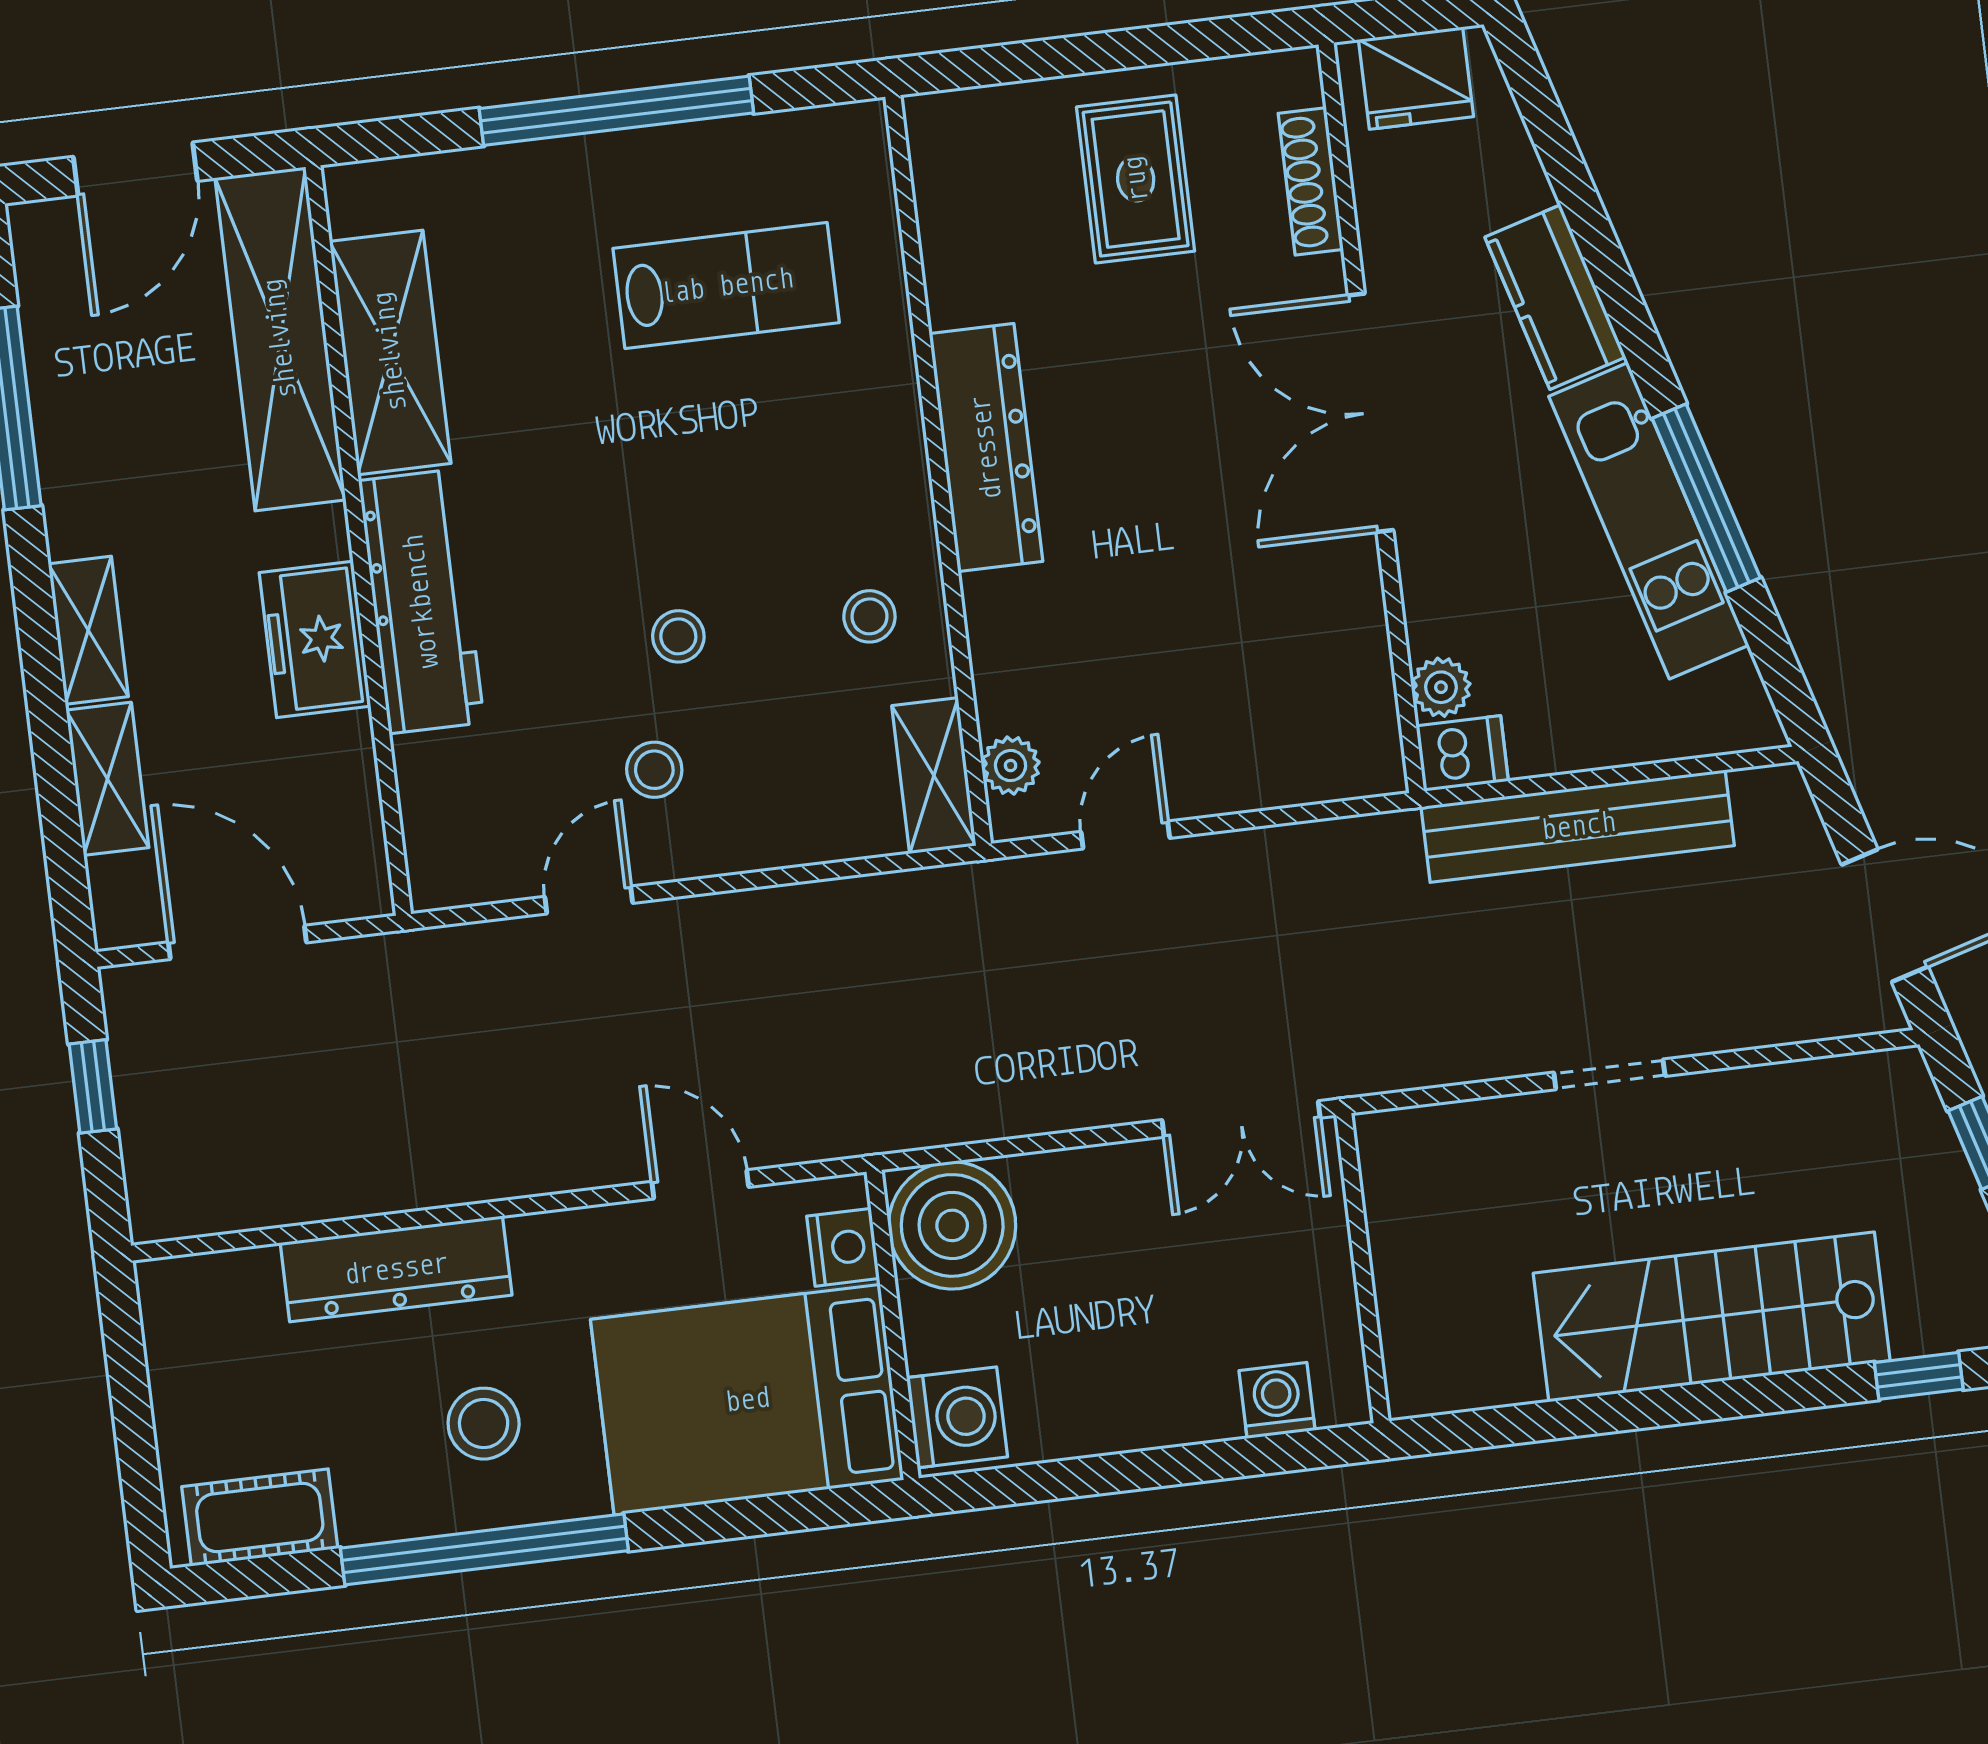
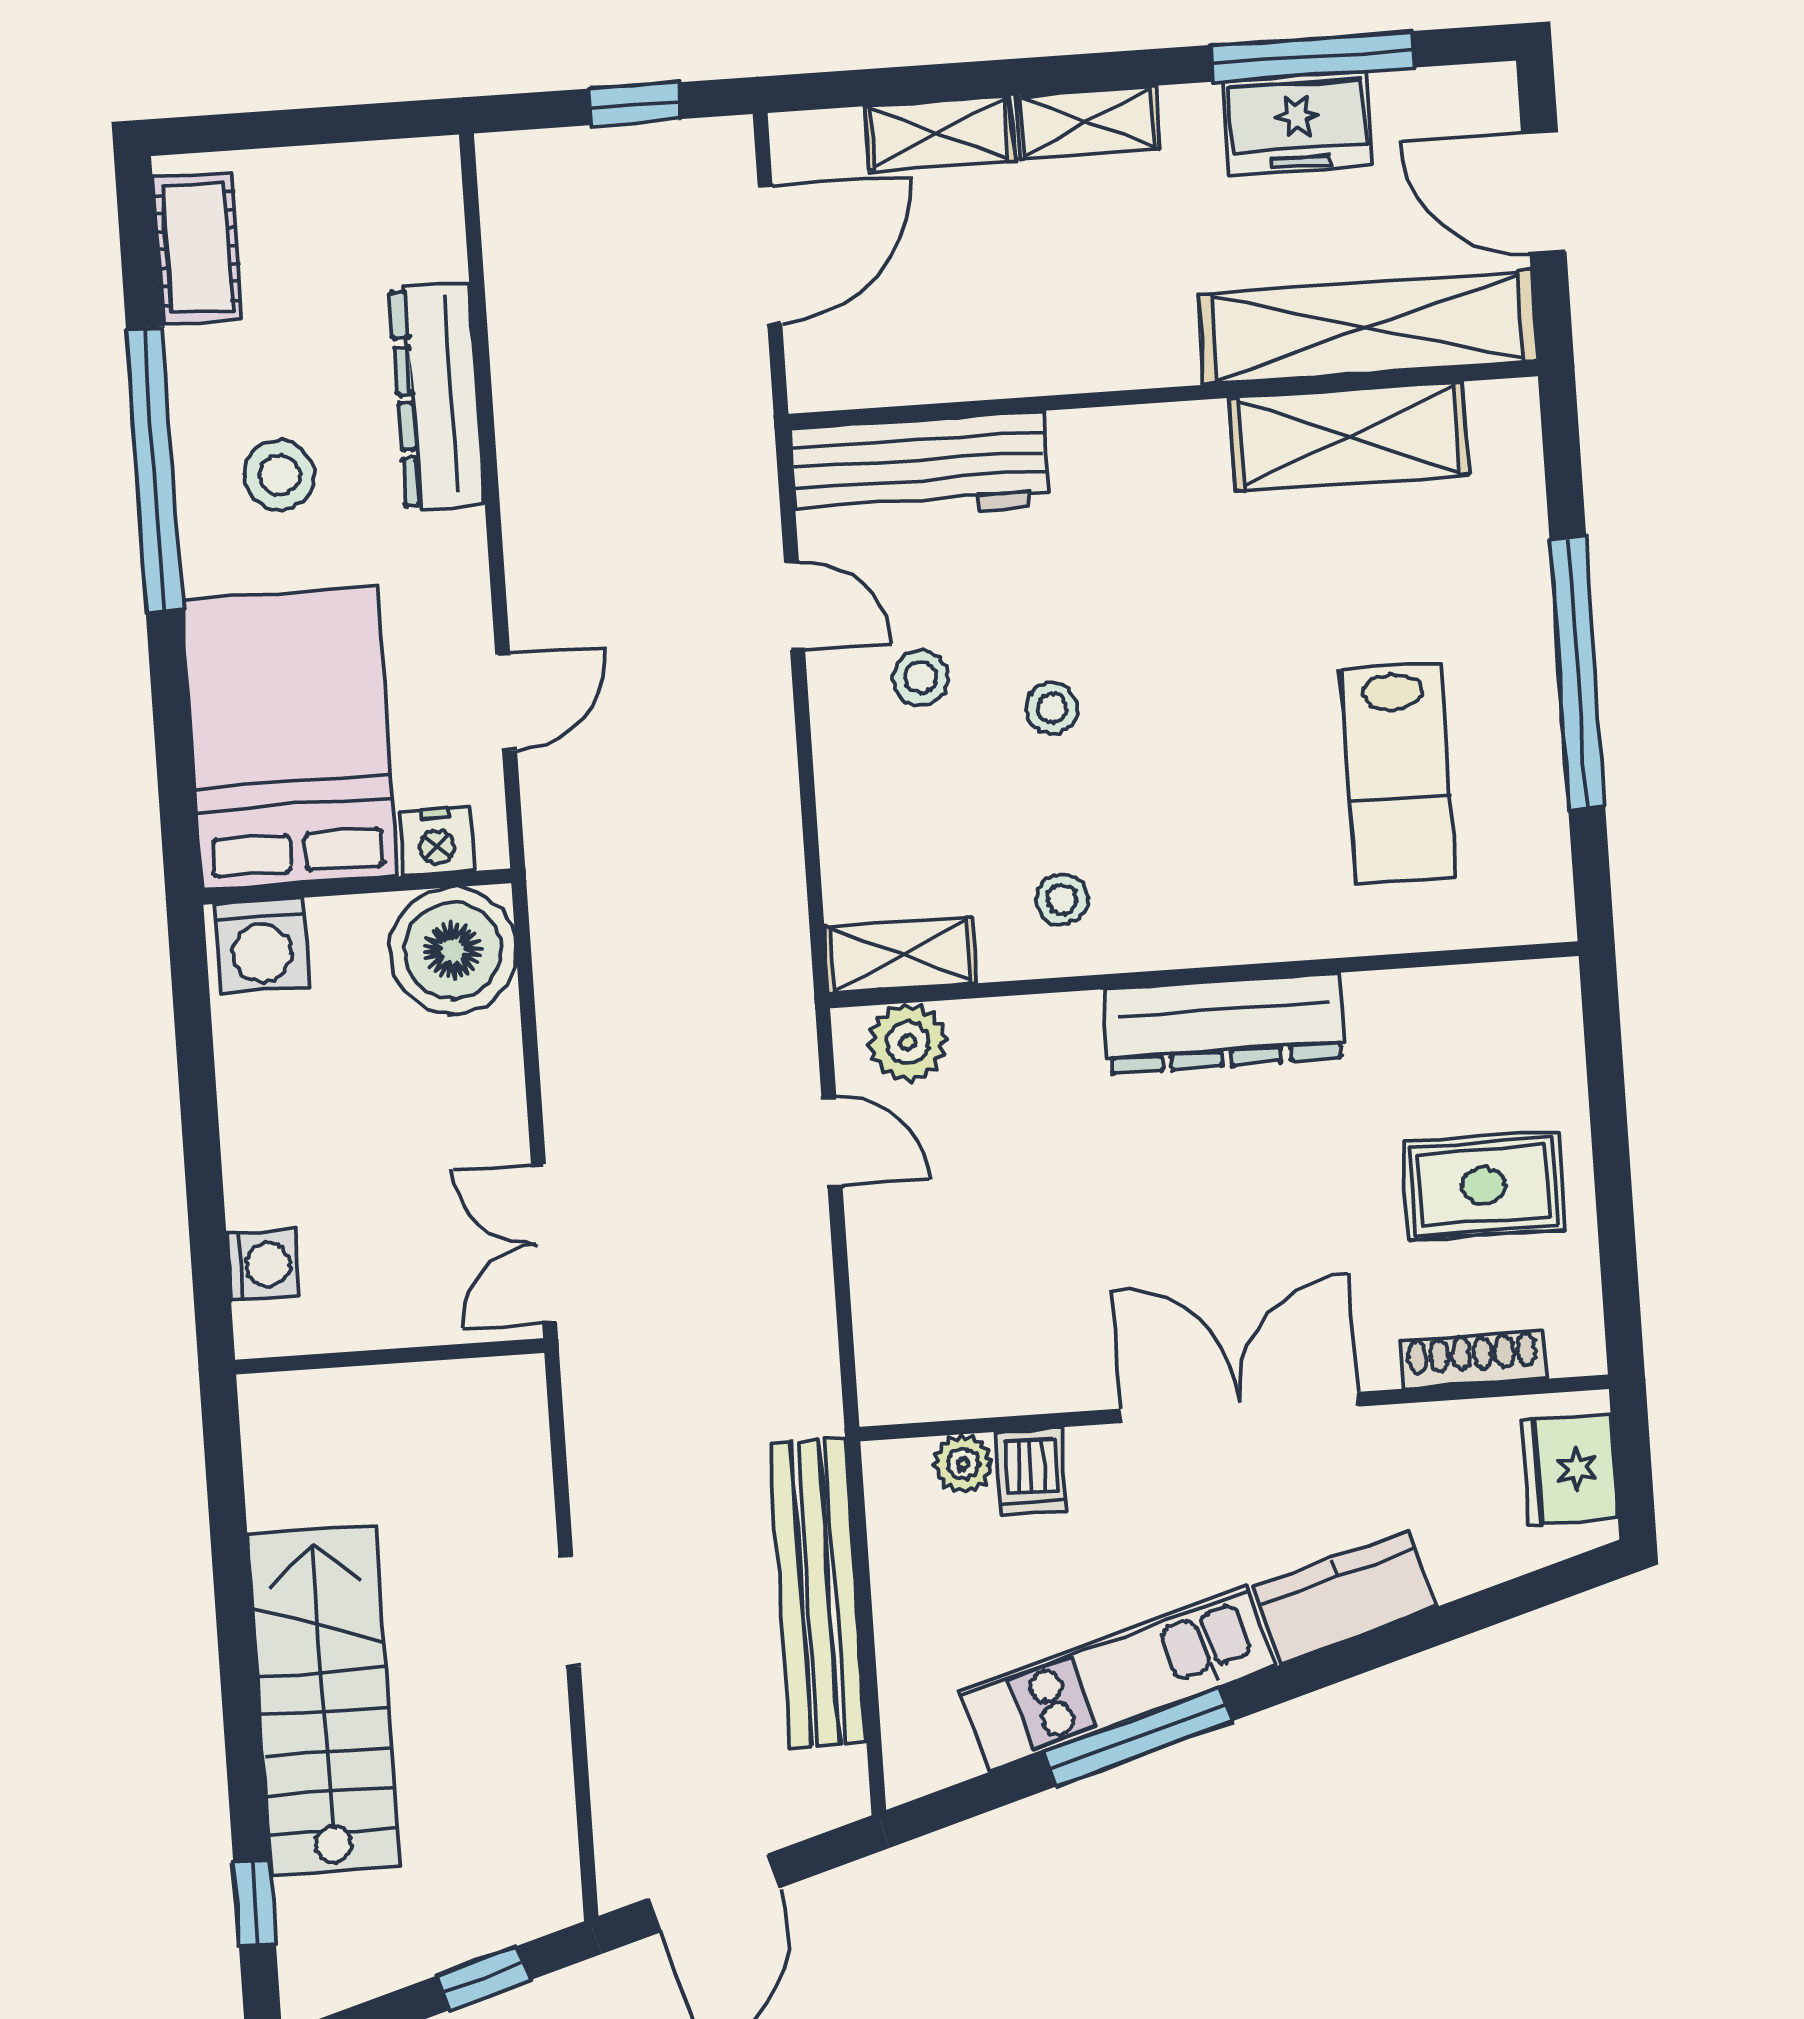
workbench: (421, 602) -> (919, 467), moved
freezer: (315, 639) -> (1298, 123), moved, turned 180
dishwasher: (1462, 754) -> (1032, 1472), moved
plant: (1011, 766) -> (908, 1043), width x1.38, depth x1.38

